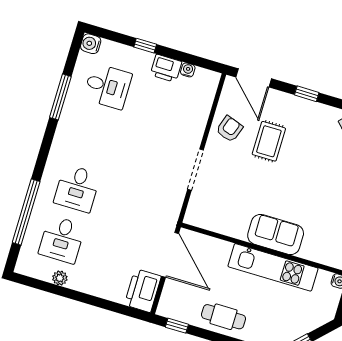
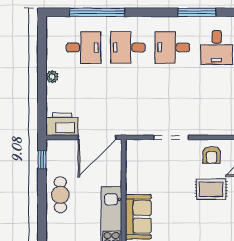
armchair: (229, 129) -> (212, 155), turned 71
desk: (92, 137) -> (172, 47), added
desk: (62, 239) -> (84, 47), turned 180
plant: (60, 278) -> (52, 77), moved

